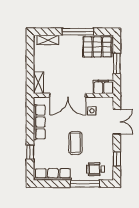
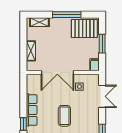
shelving: (38, 83) -> (31, 51), moved
filing cabinet: (103, 87) -> (94, 65), width x0.50
row of seats: (39, 122) -> (32, 110), moved

